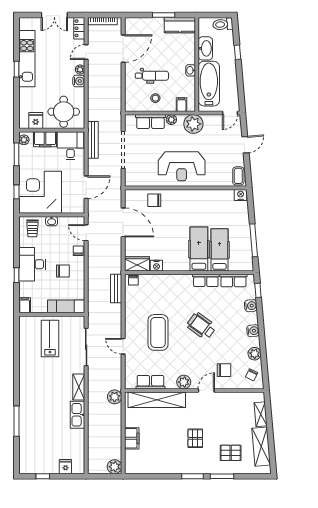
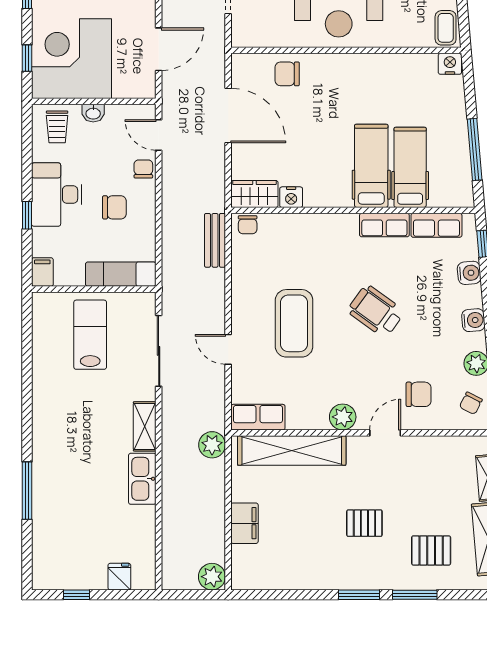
row of seats: (150, 382) -> (258, 417), moved
pallet: (195, 438) -> (364, 523), turned 90

